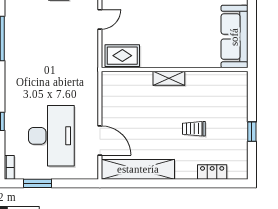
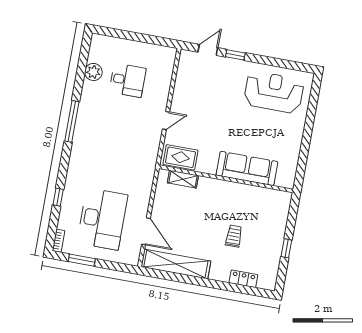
sofa: (234, 37) -> (247, 168), moved, turned 90
shelving: (169, 78) -> (183, 179), moved
trolley: (194, 129) -> (234, 236), turned 90

